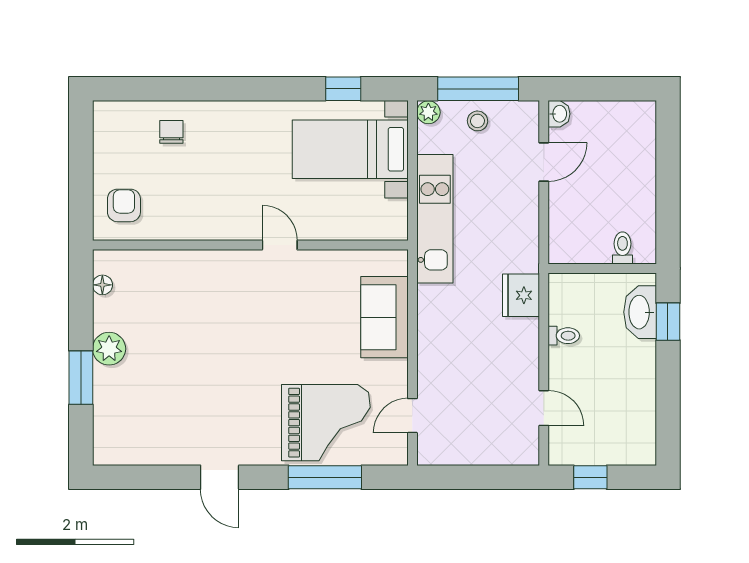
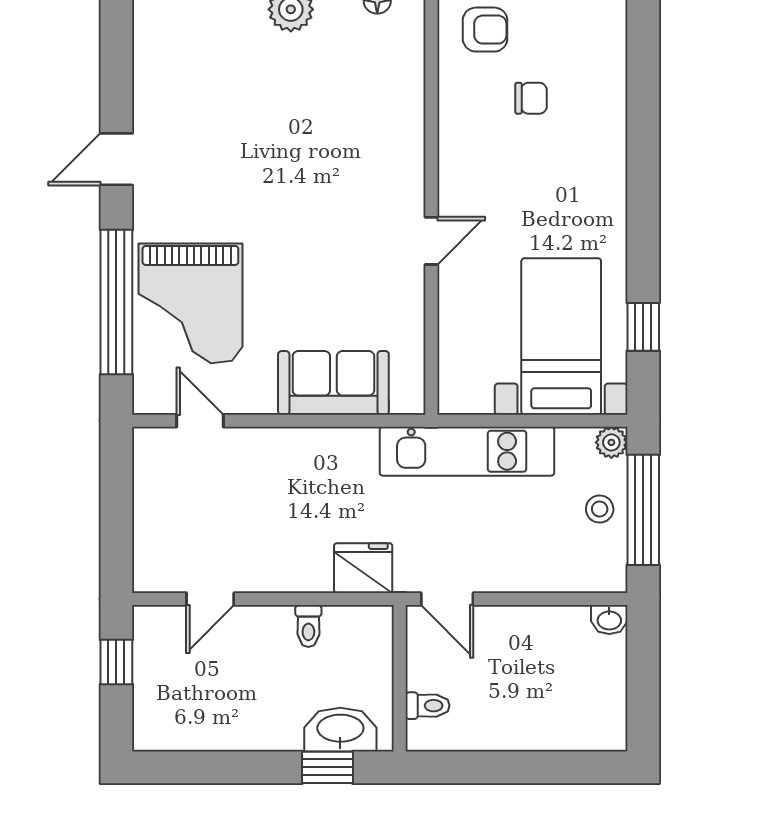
chair: (171, 132) -> (531, 98), moved
door: (544, 162) -> (447, 599), moved
window: (325, 477) -> (116, 302), width x1.46

